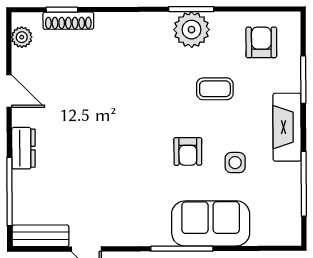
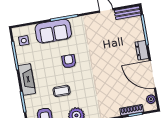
door: (9, 91) -> (152, 74), width x1.87
side table: (235, 163) -> (24, 41), moved

